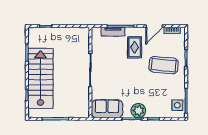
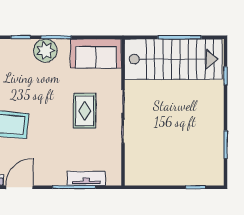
rug: (135, 47) -> (85, 111), moved
stairs: (40, 78) -> (173, 59), moved, turned -90

